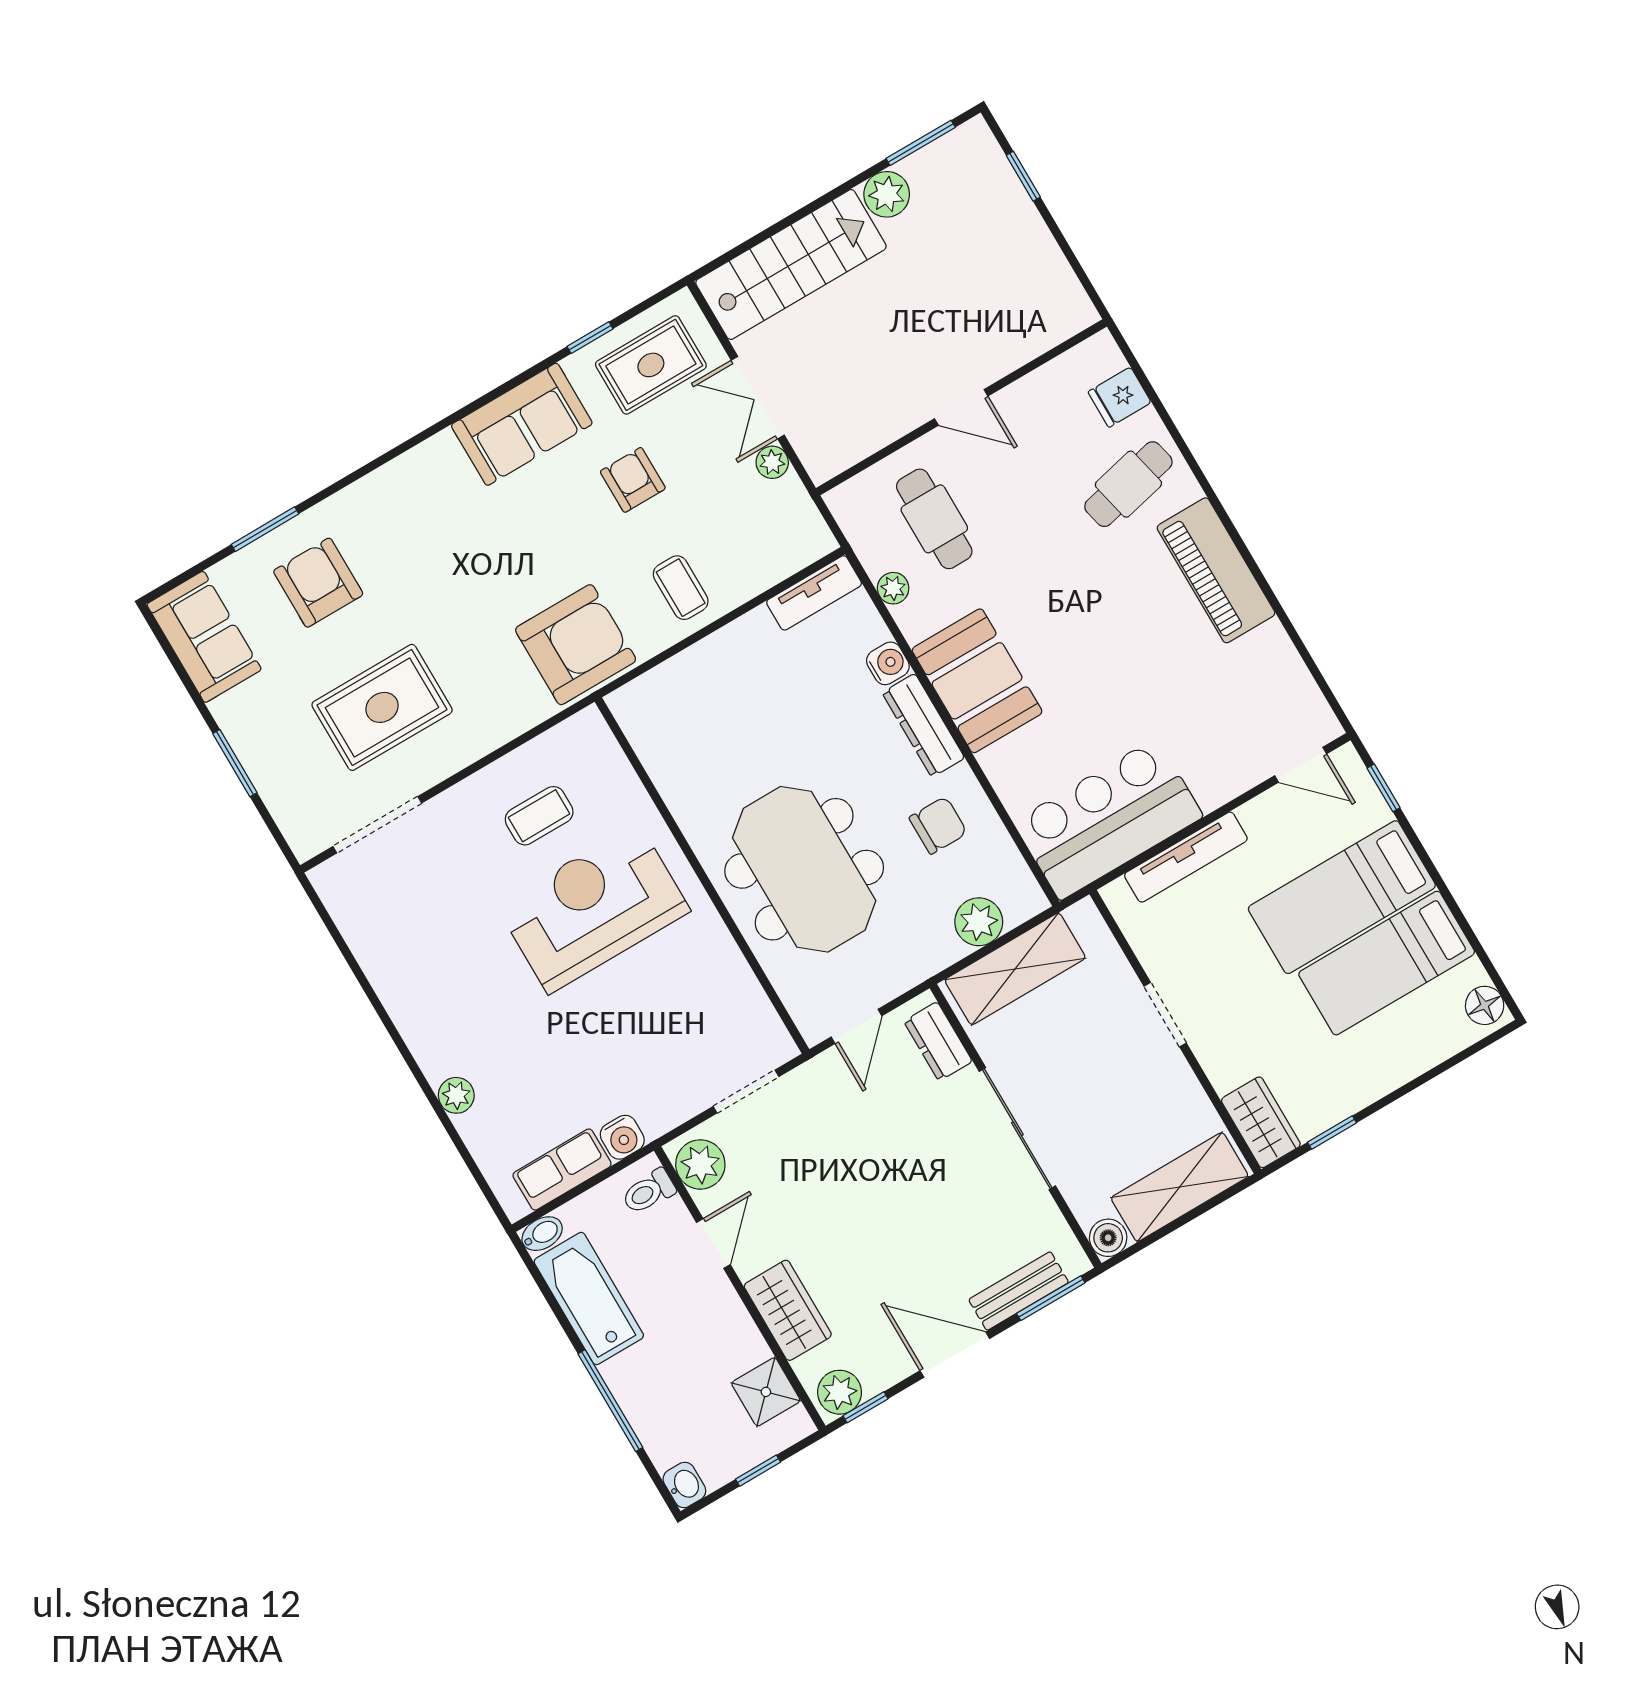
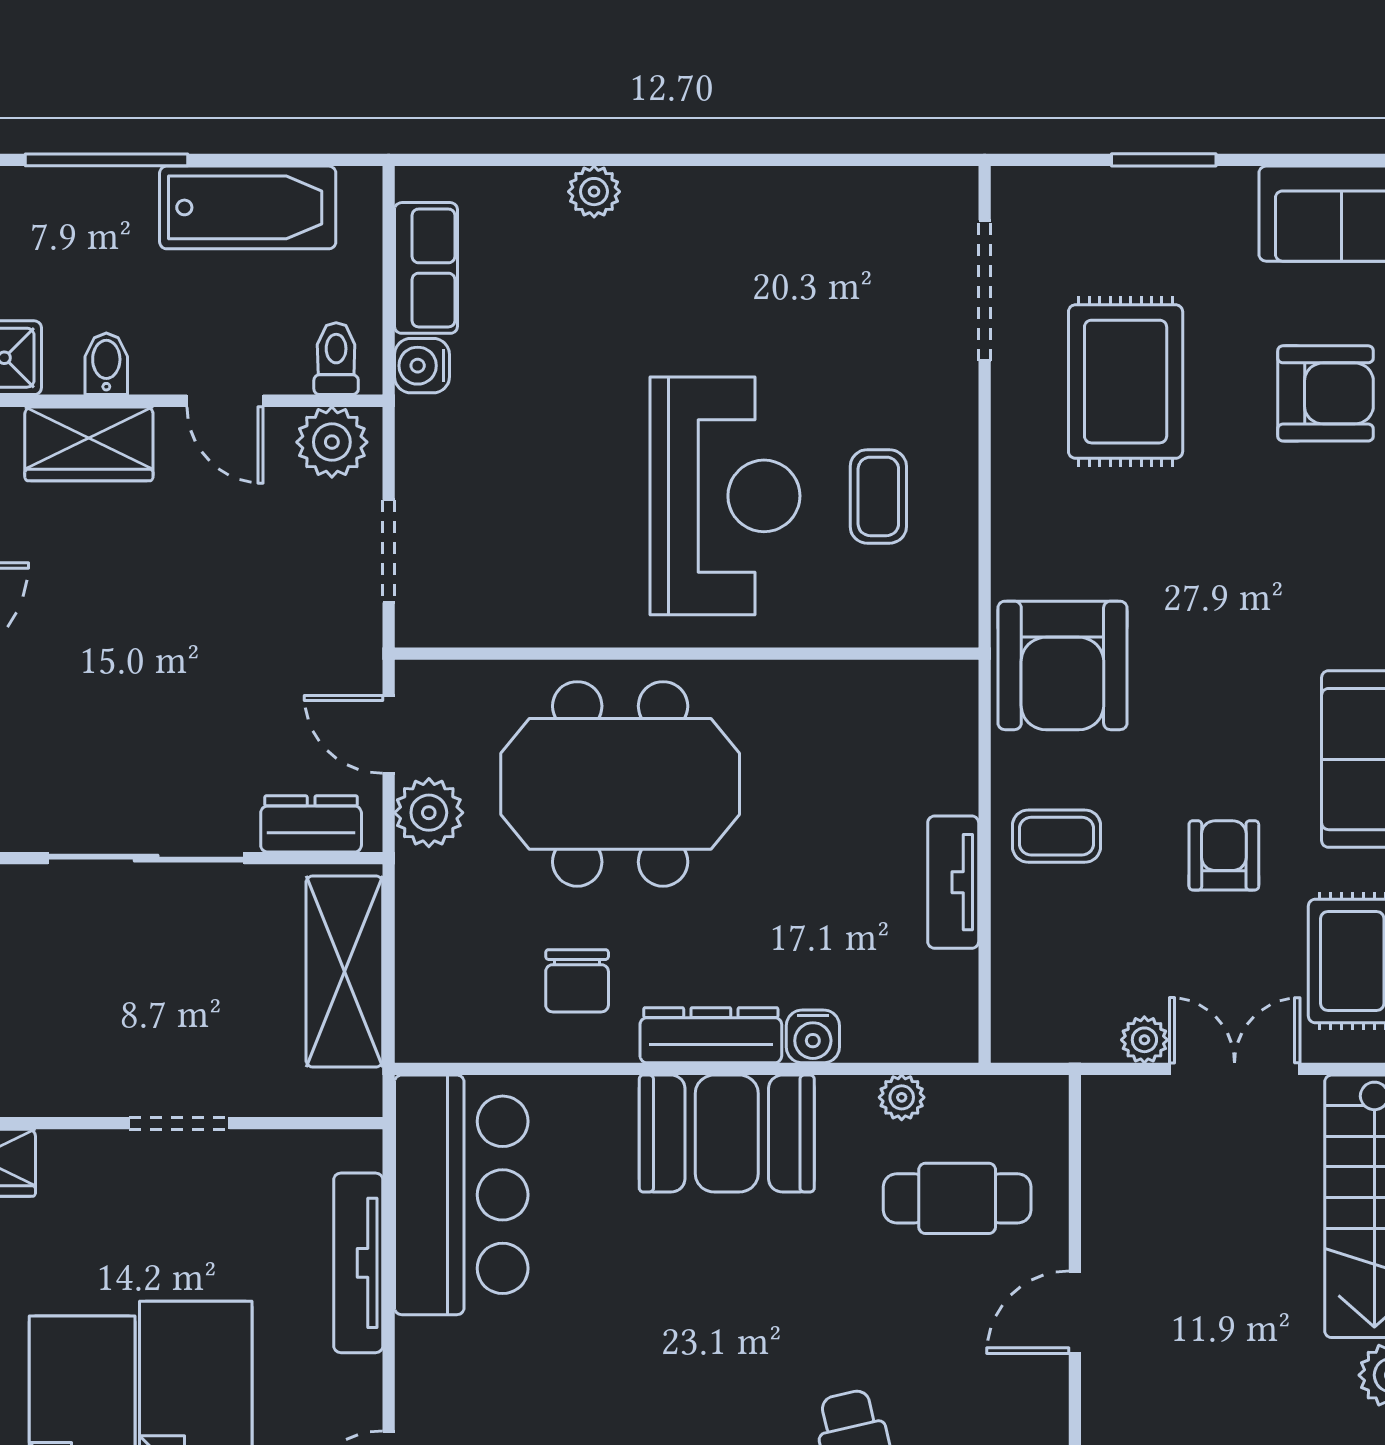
armchair: (633, 480) -> (1224, 855), turned -90
tv unit: (814, 593) -> (953, 882), moved
plant: (979, 922) -> (429, 813), moved
bidet: (542, 1234) -> (106, 364), moved, turned 180

